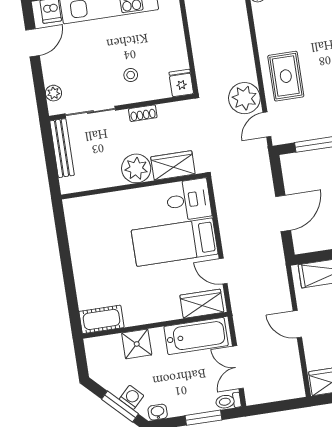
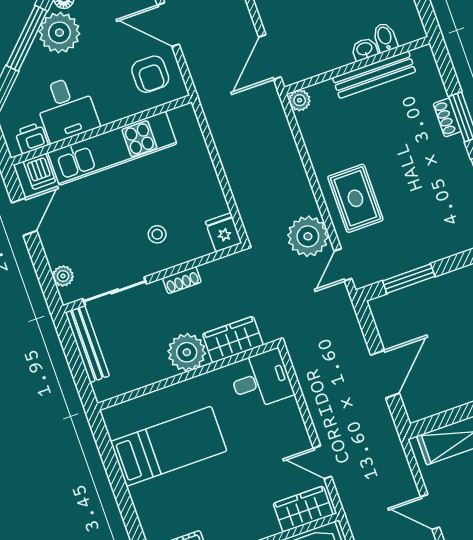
bed: (175, 242) -> (169, 446), moved, turned 180

